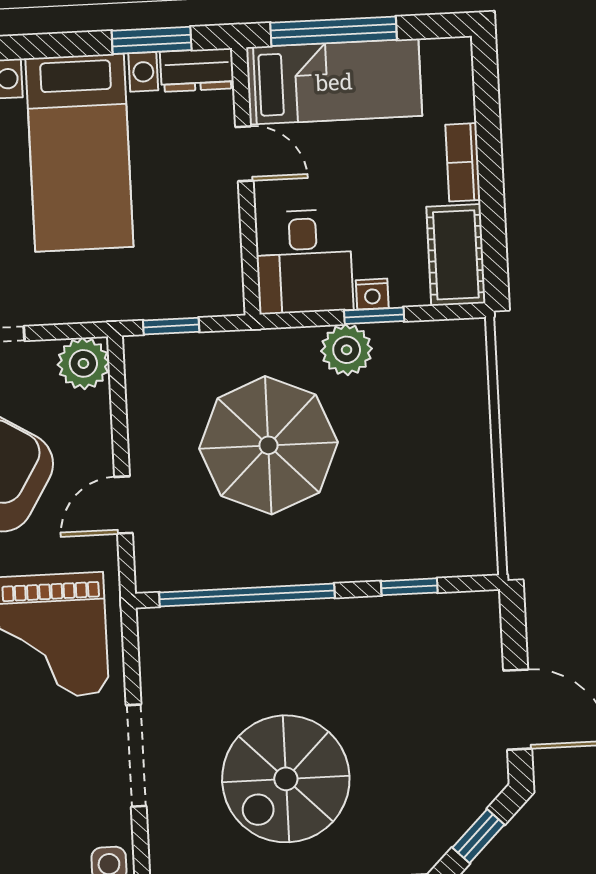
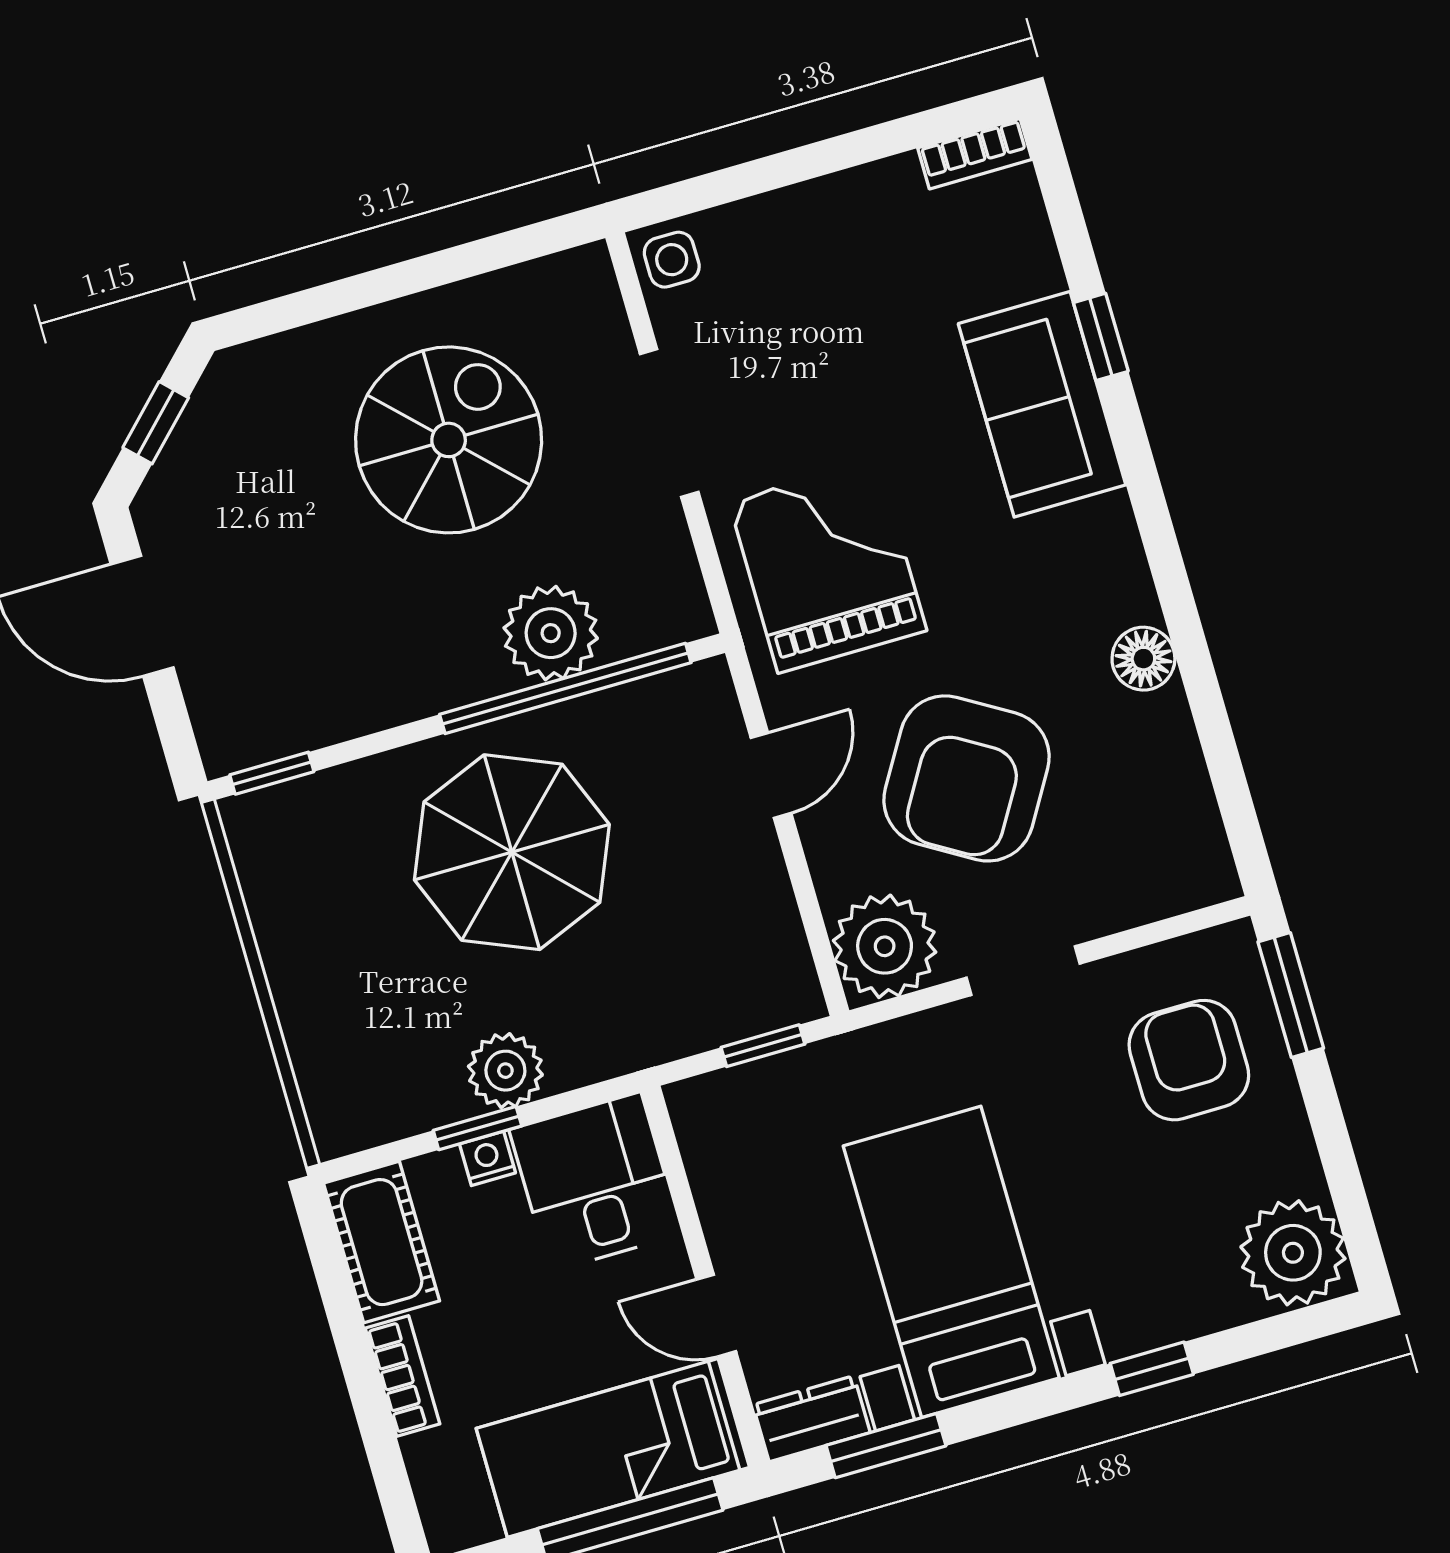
plant: (83, 363) -> (885, 946), width x1.36, depth x1.36
parasol: (268, 445) -> (512, 852), moved
window: (409, 587) -> (272, 773), moved
plant: (248, 634) -> (551, 633), added

